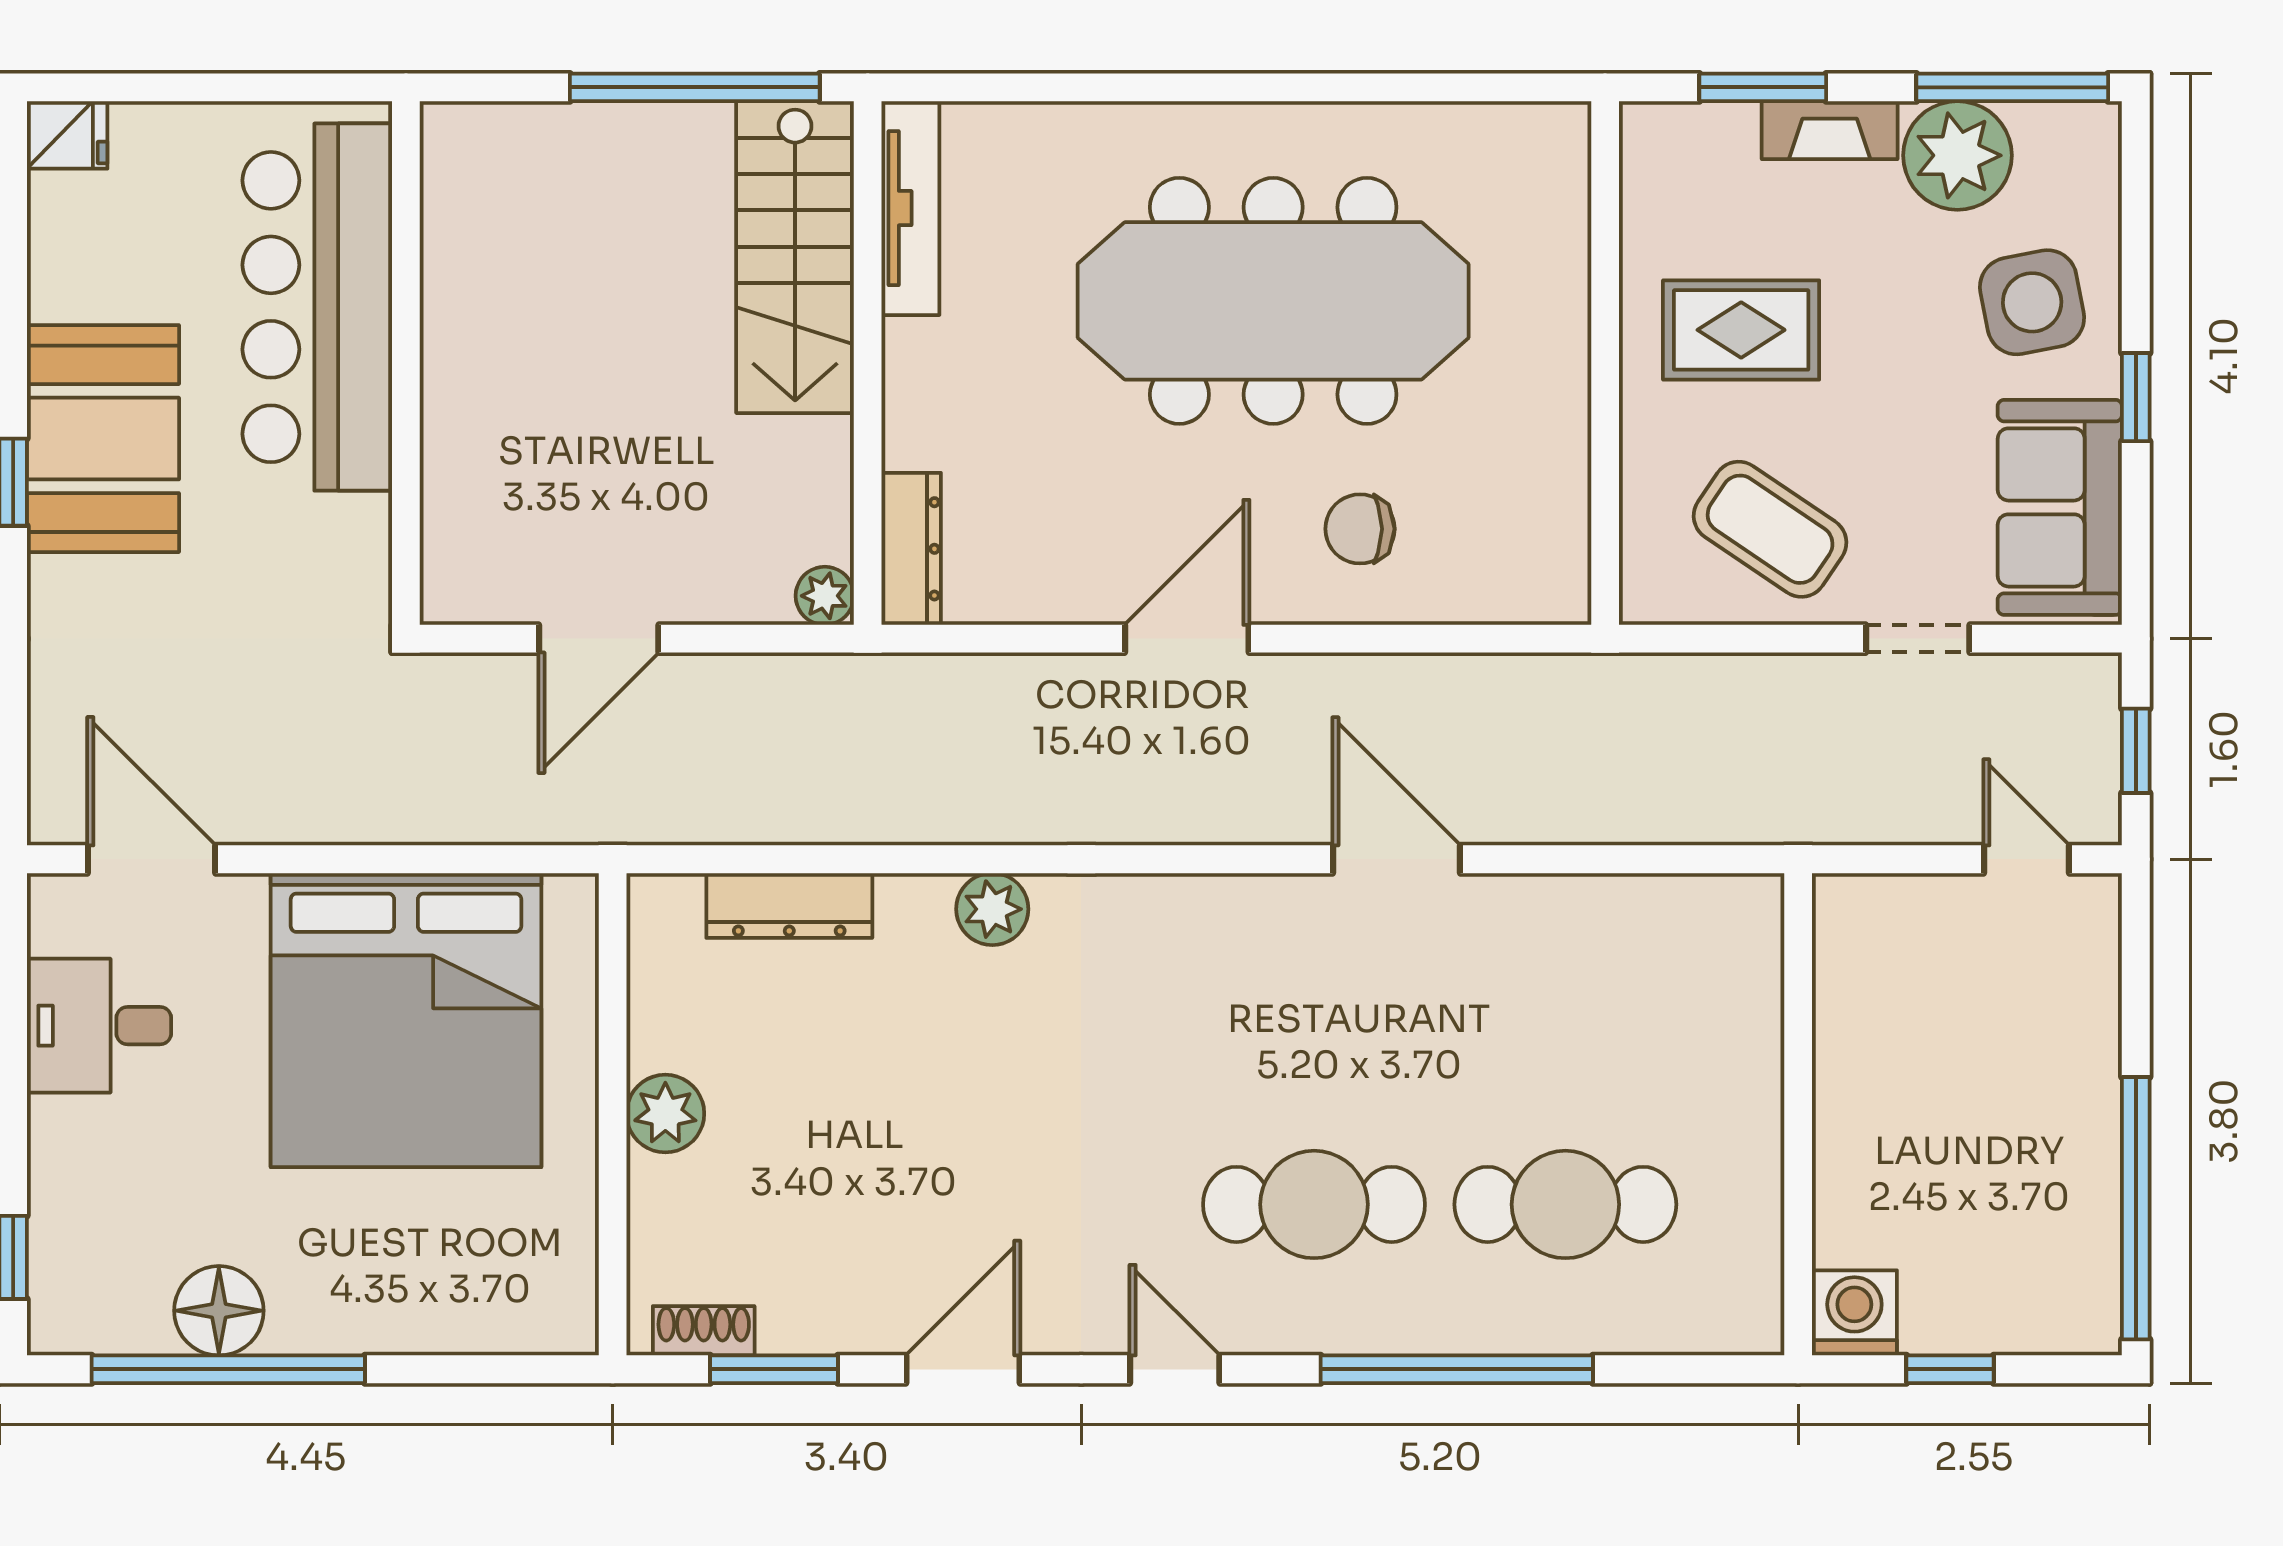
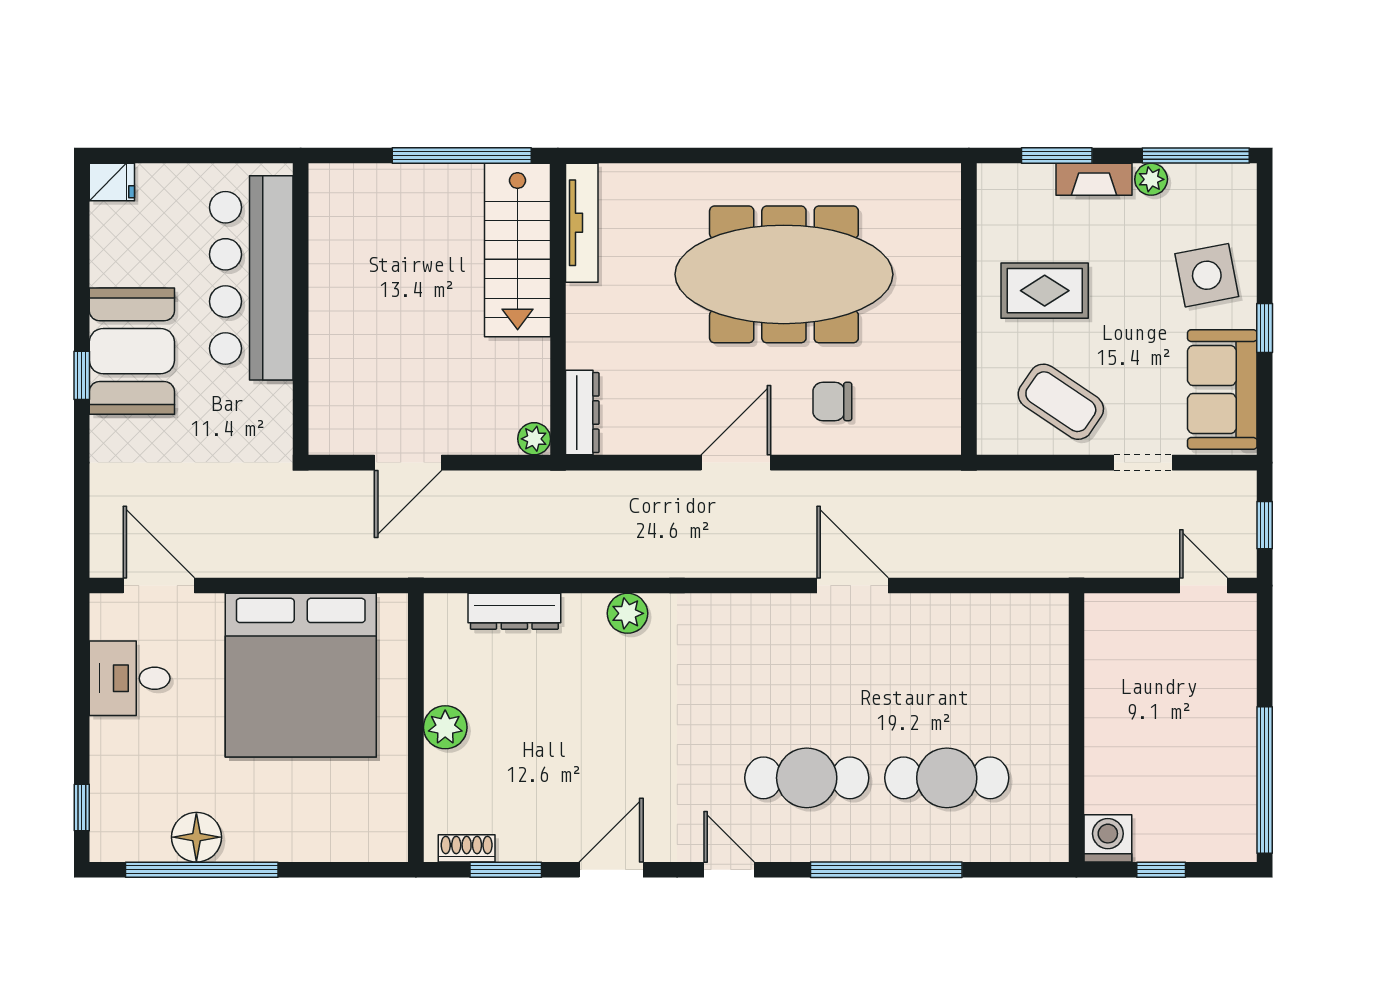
plant: (1957, 155) -> (1151, 179), width x0.53, depth x0.53

